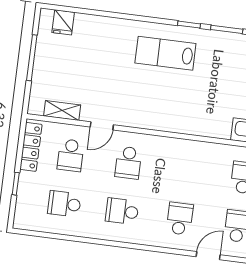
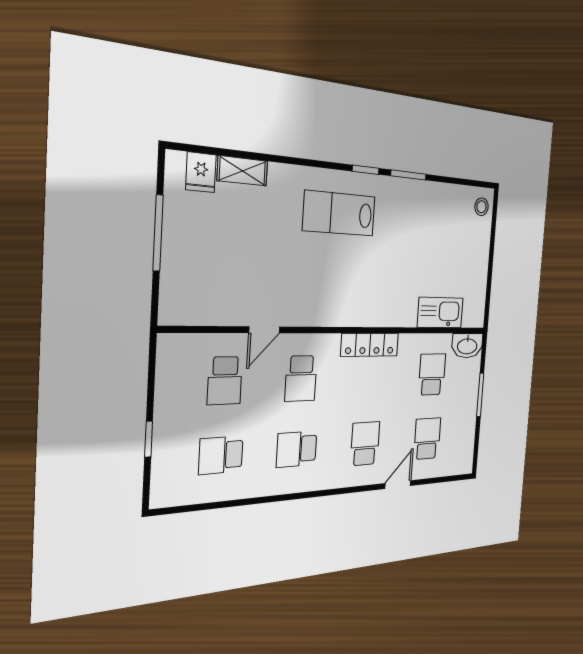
shelving: (62, 111) -> (242, 171), moved
locker: (31, 147) -> (370, 345), moved, turned 90

